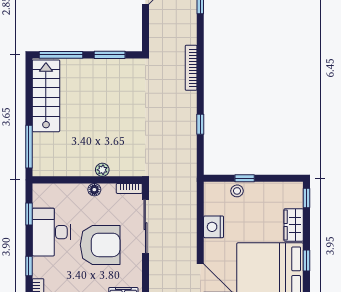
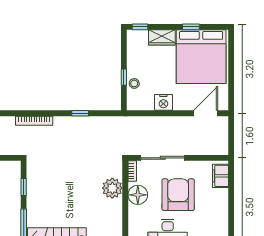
window: (110, 55) -> (24, 187), width x0.67
plant: (102, 170) -> (112, 188), width x1.88, depth x1.88
floor lamp: (94, 190) -> (138, 195), width x1.89, depth x1.89

